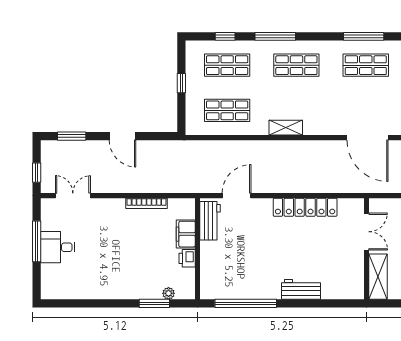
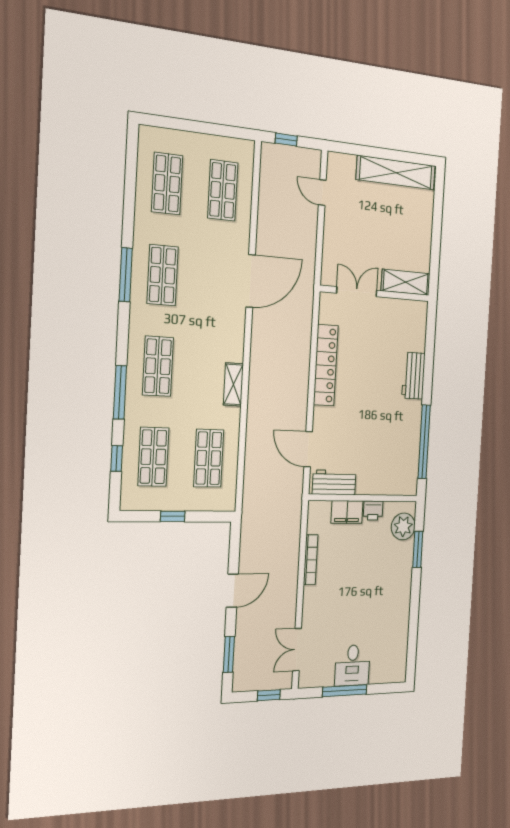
plant: (169, 293) -> (403, 526), width x1.88, depth x1.88

